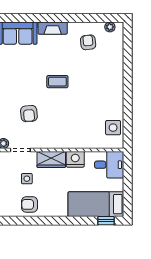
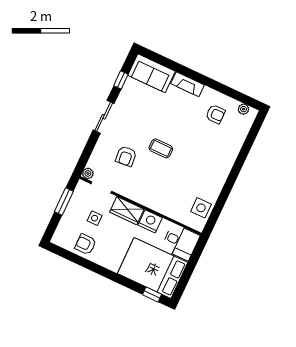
armchair: (88, 42) -> (215, 114), turned 96
coffee table: (57, 82) -> (161, 148), moved
bed: (96, 204) -> (153, 268), width x1.50

